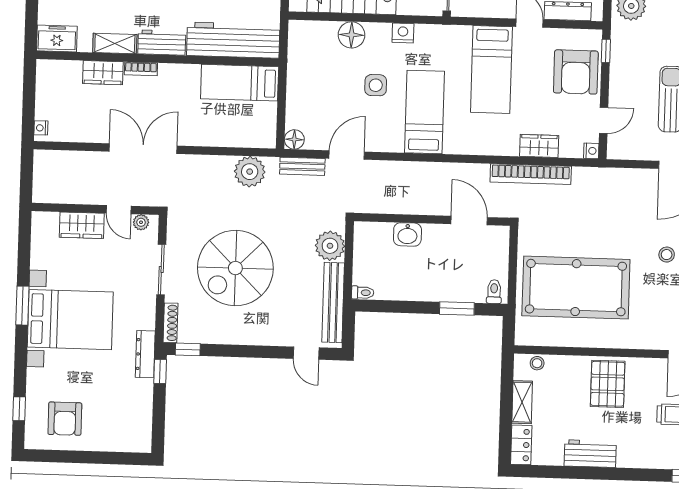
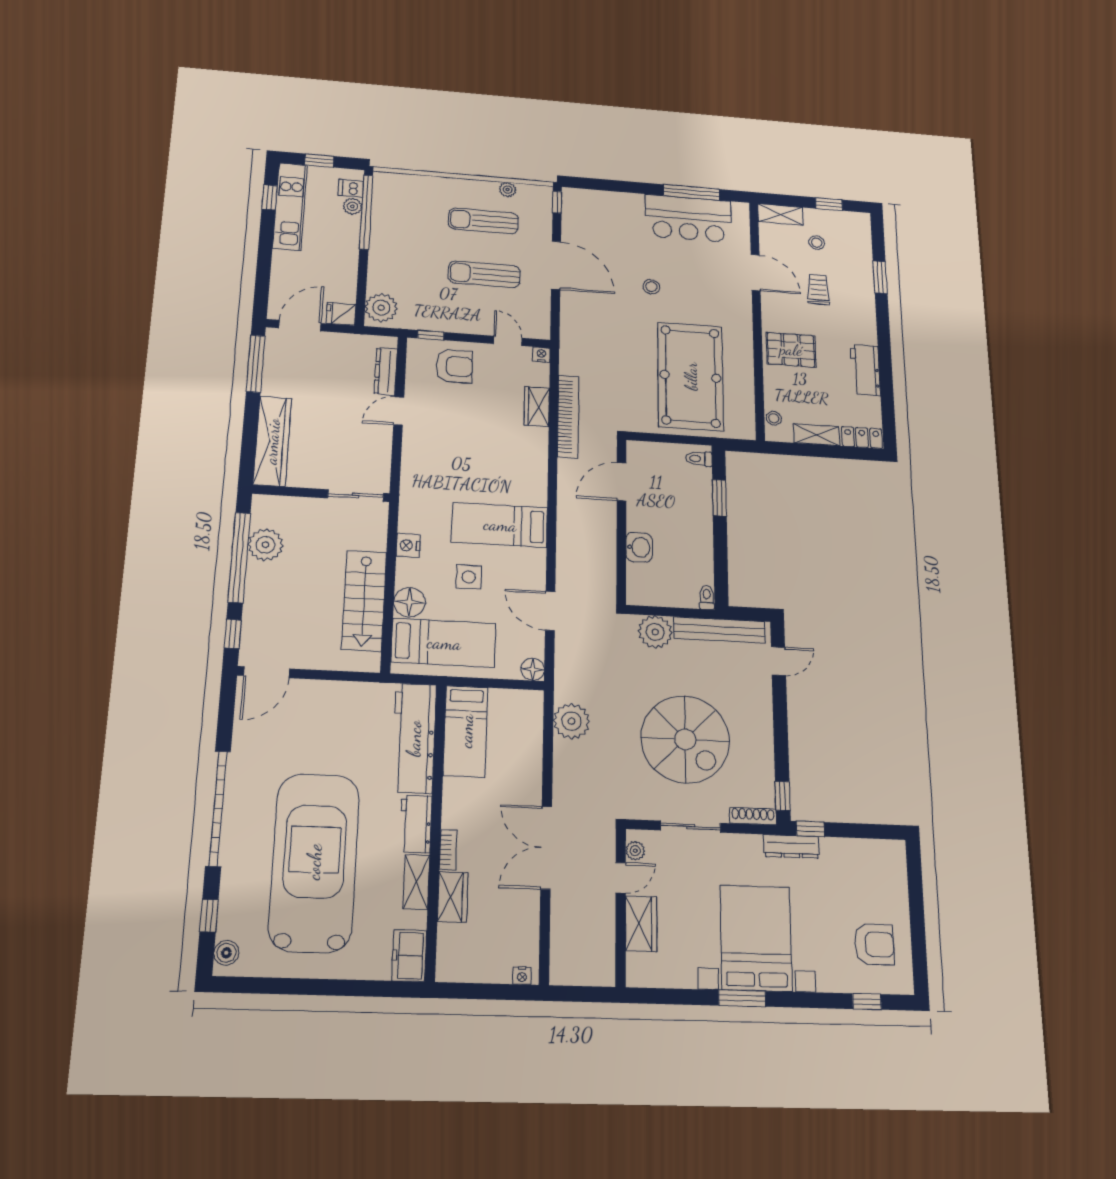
bed: (491, 70) -> (444, 643), moved
armchair: (576, 72) -> (454, 366), width x0.73, depth x0.73
bench: (302, 166) -> (564, 661), removed

